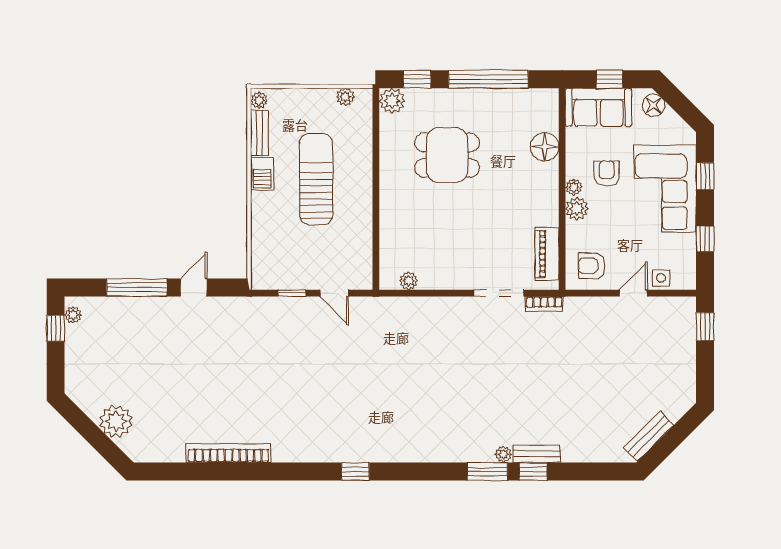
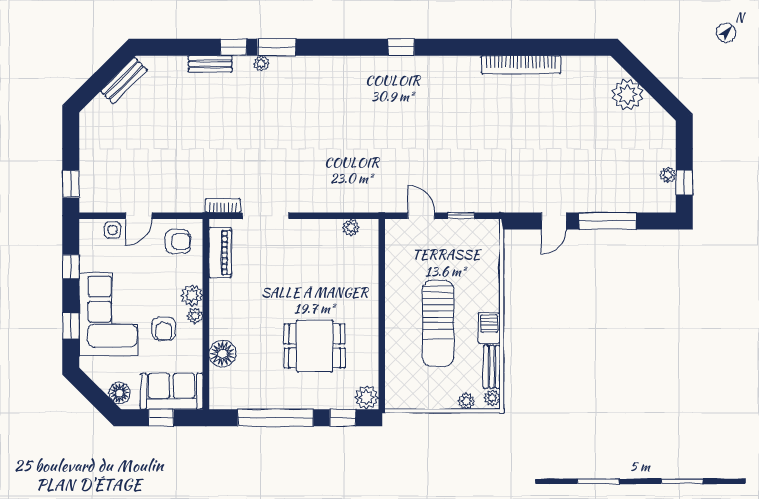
plant: (345, 97) -> (466, 401), moved
plant: (73, 315) -> (668, 175), moved
bench: (537, 454) -> (210, 64), moved

